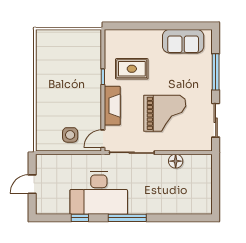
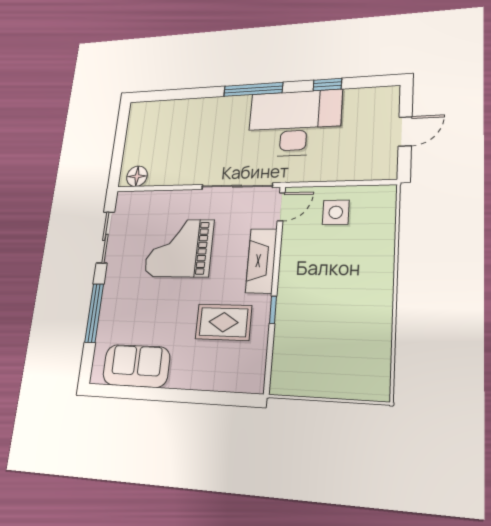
floor lamp: (176, 161) -> (137, 176), moved

